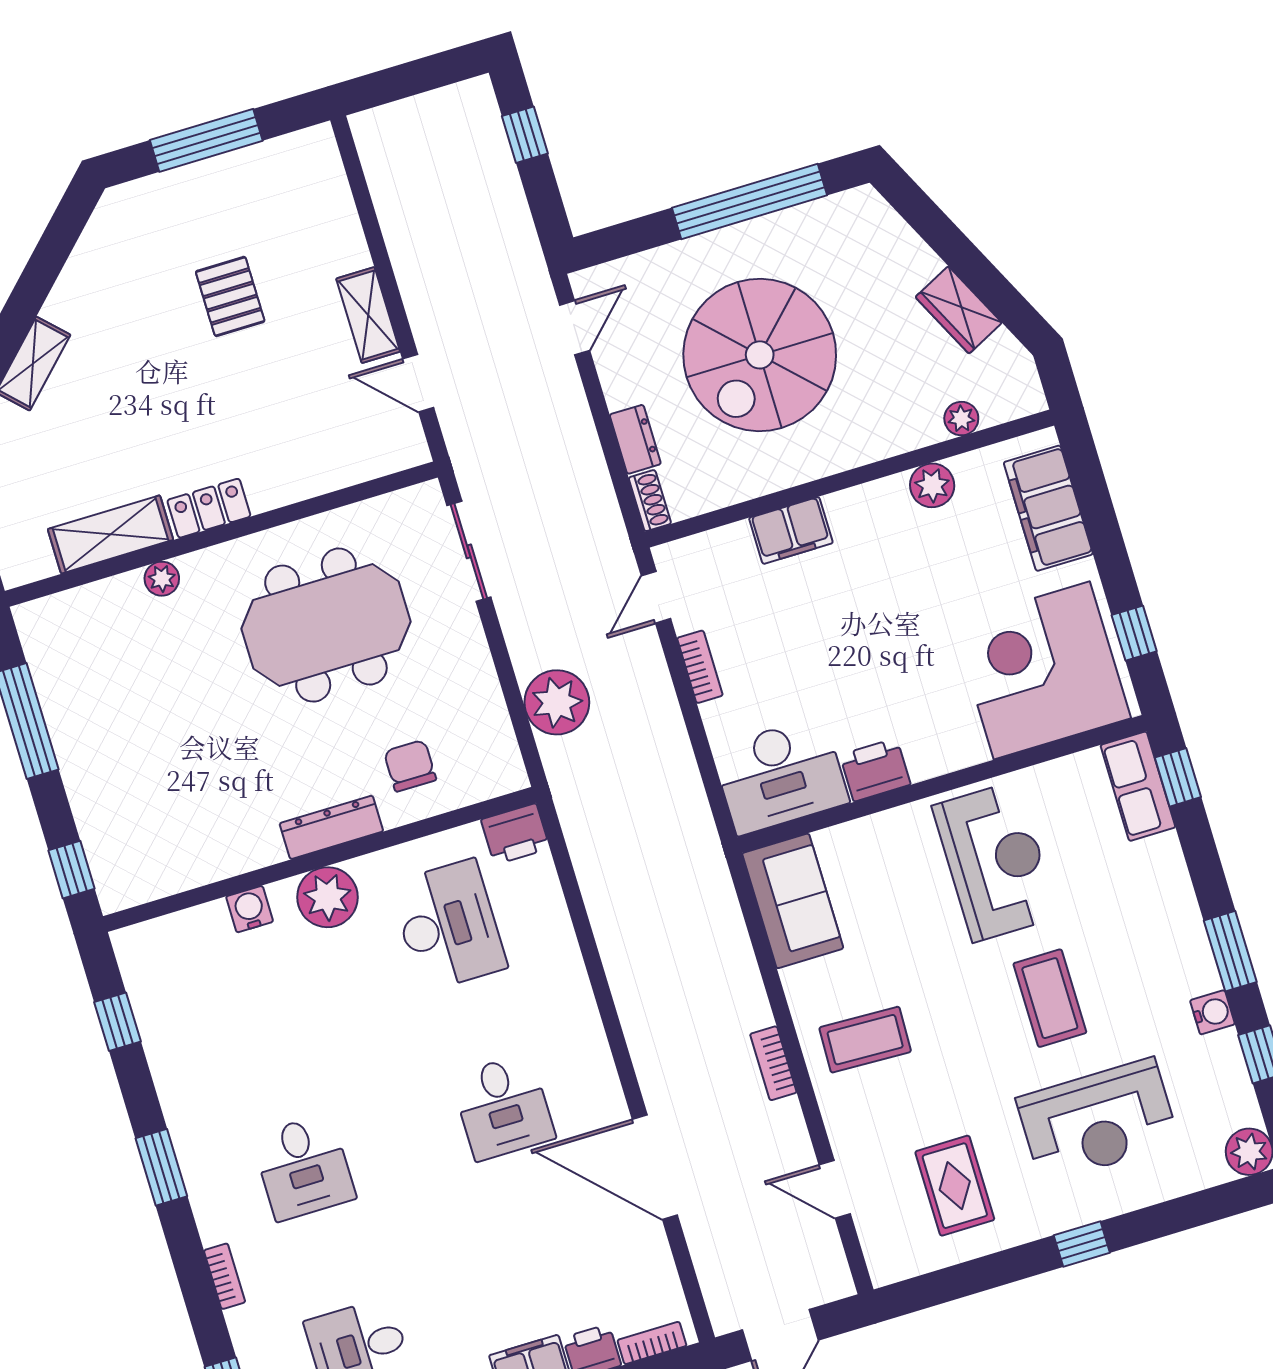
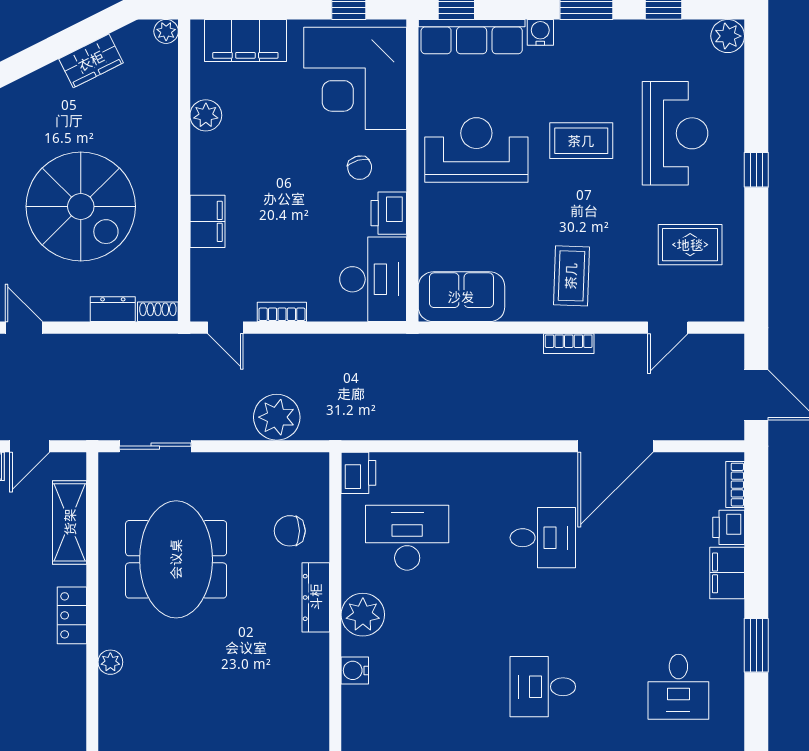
plant: (961, 419) -> (166, 31), moved
shelving: (110, 534) -> (70, 522), moved
chair: (924, 712) -> (360, 168), added
row of seats: (1138, 786) -> (472, 37), width x1.48
water cooler: (1212, 1012) -> (540, 32), moved
desk: (304, 1167) -> (543, 687), turned 180

